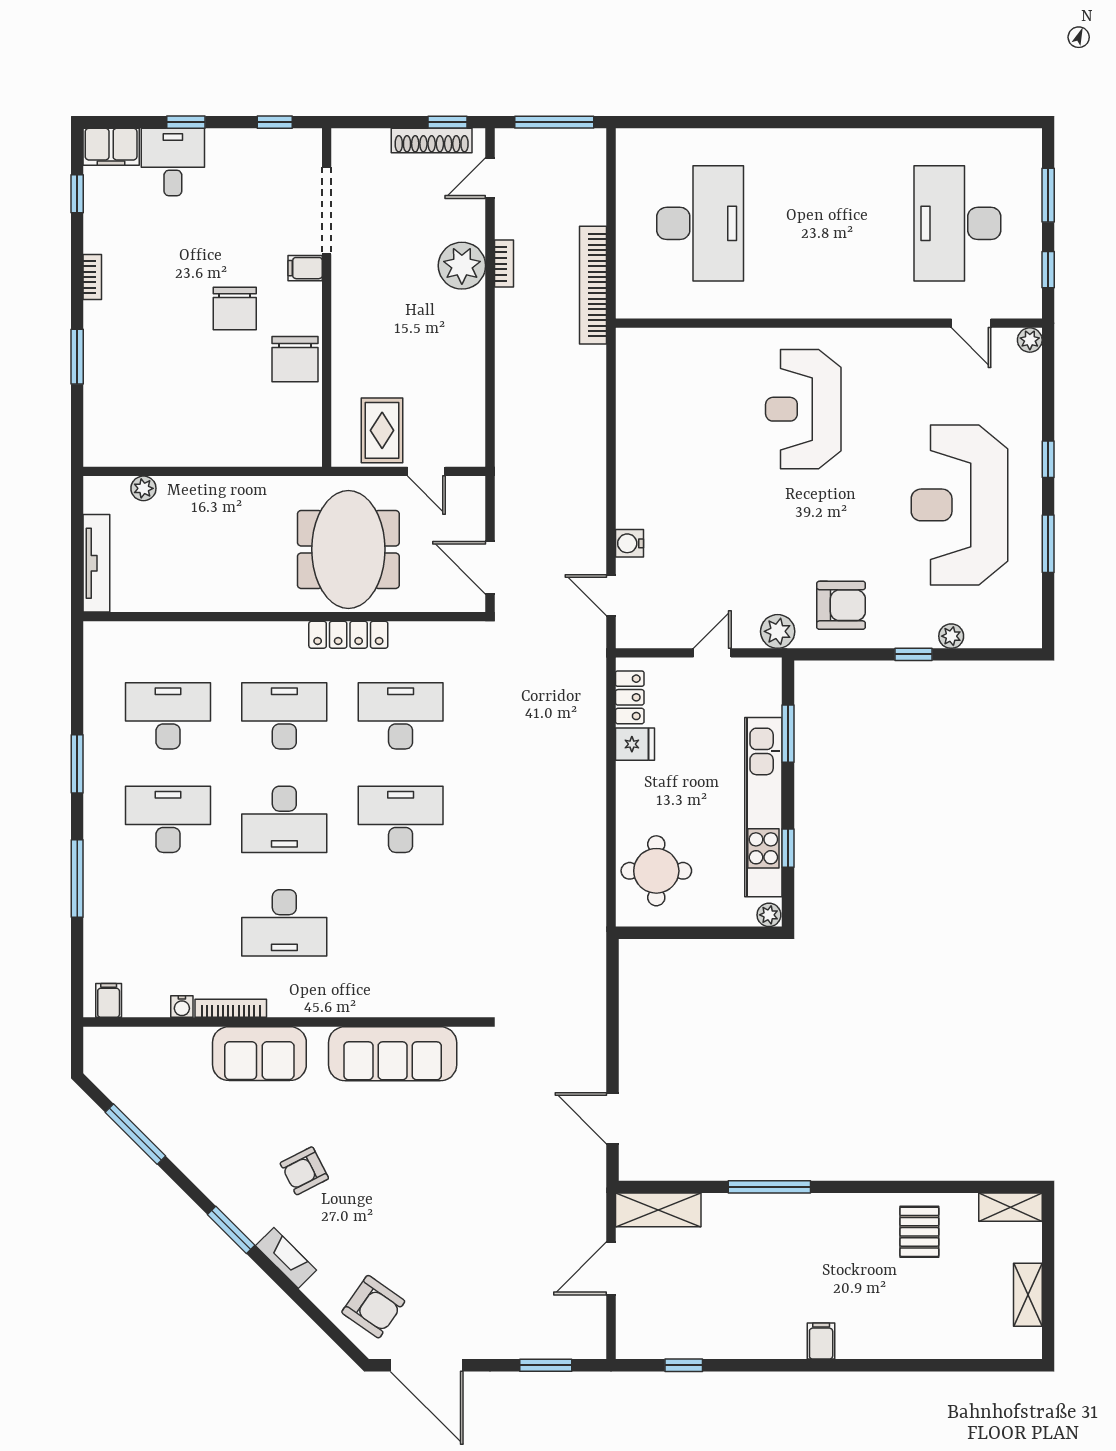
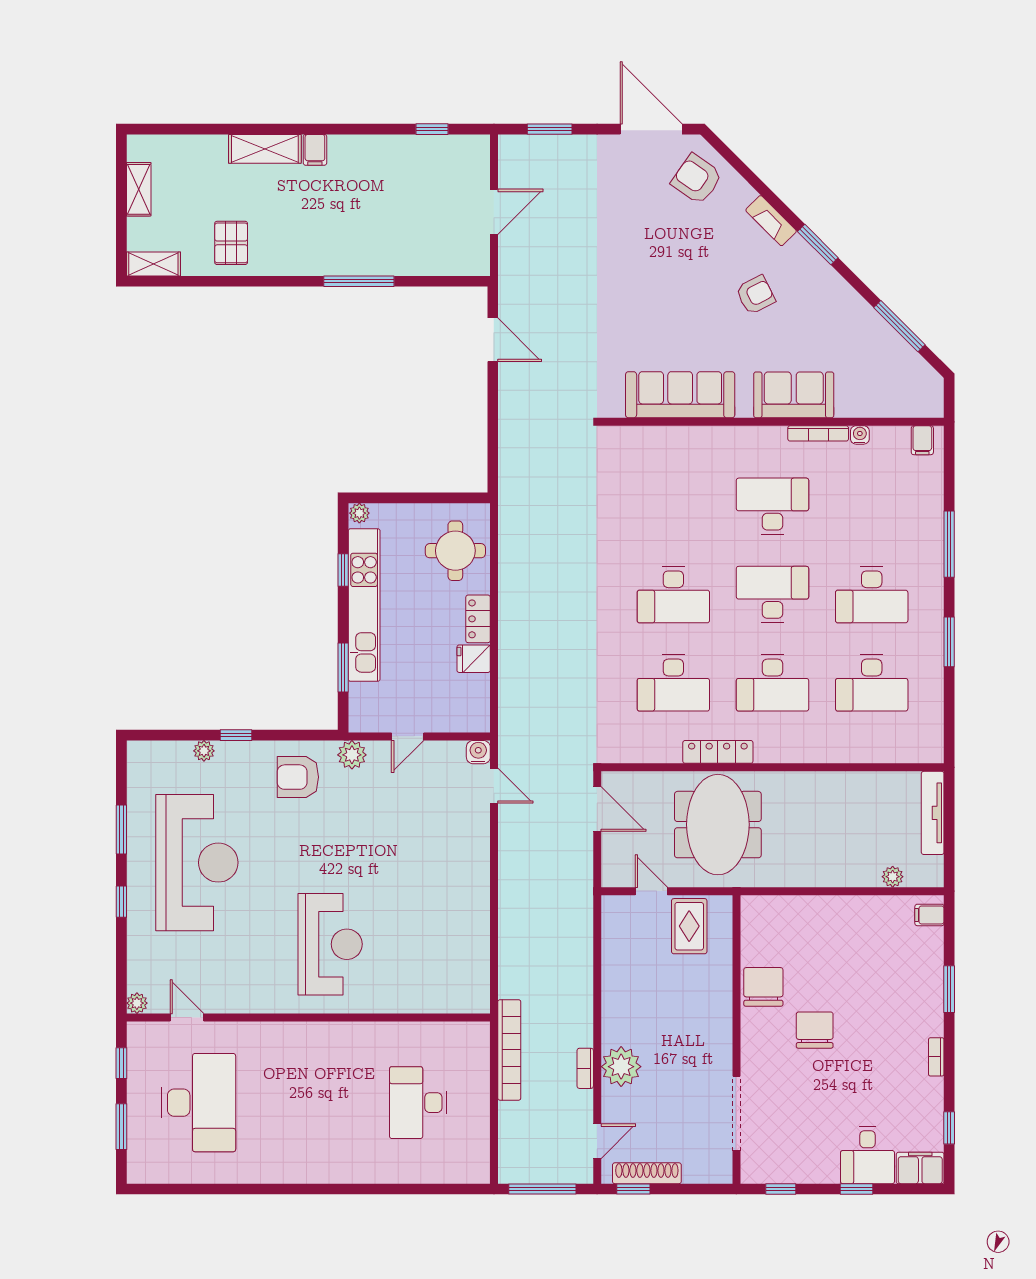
desk: (700, 223) -> (418, 1103), width x0.73, depth x0.77
filing cabinet: (305, 268) -> (929, 915), moved, turned 180
water cooler: (629, 543) -> (478, 752), moved, turned -90
locker: (630, 697) -> (478, 619), moved
shelving: (658, 1210) -> (265, 149), moved

